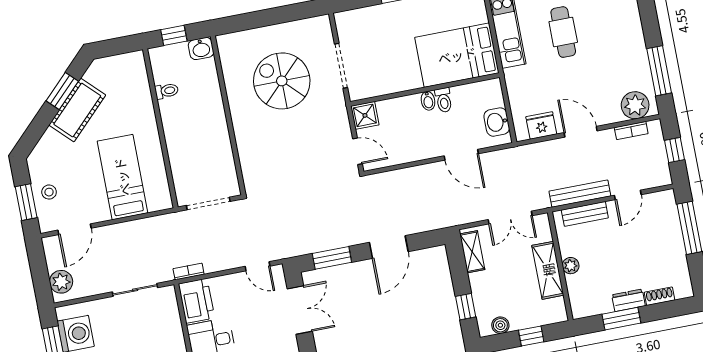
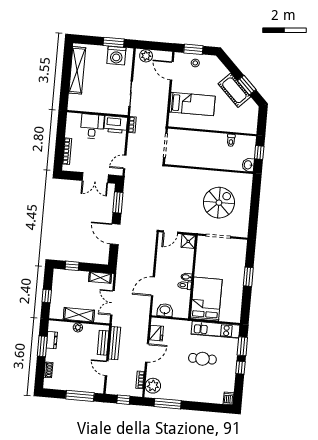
dresser: (629, 300) -> (52, 340), moved
boiler: (500, 325) -> (57, 281), removed

